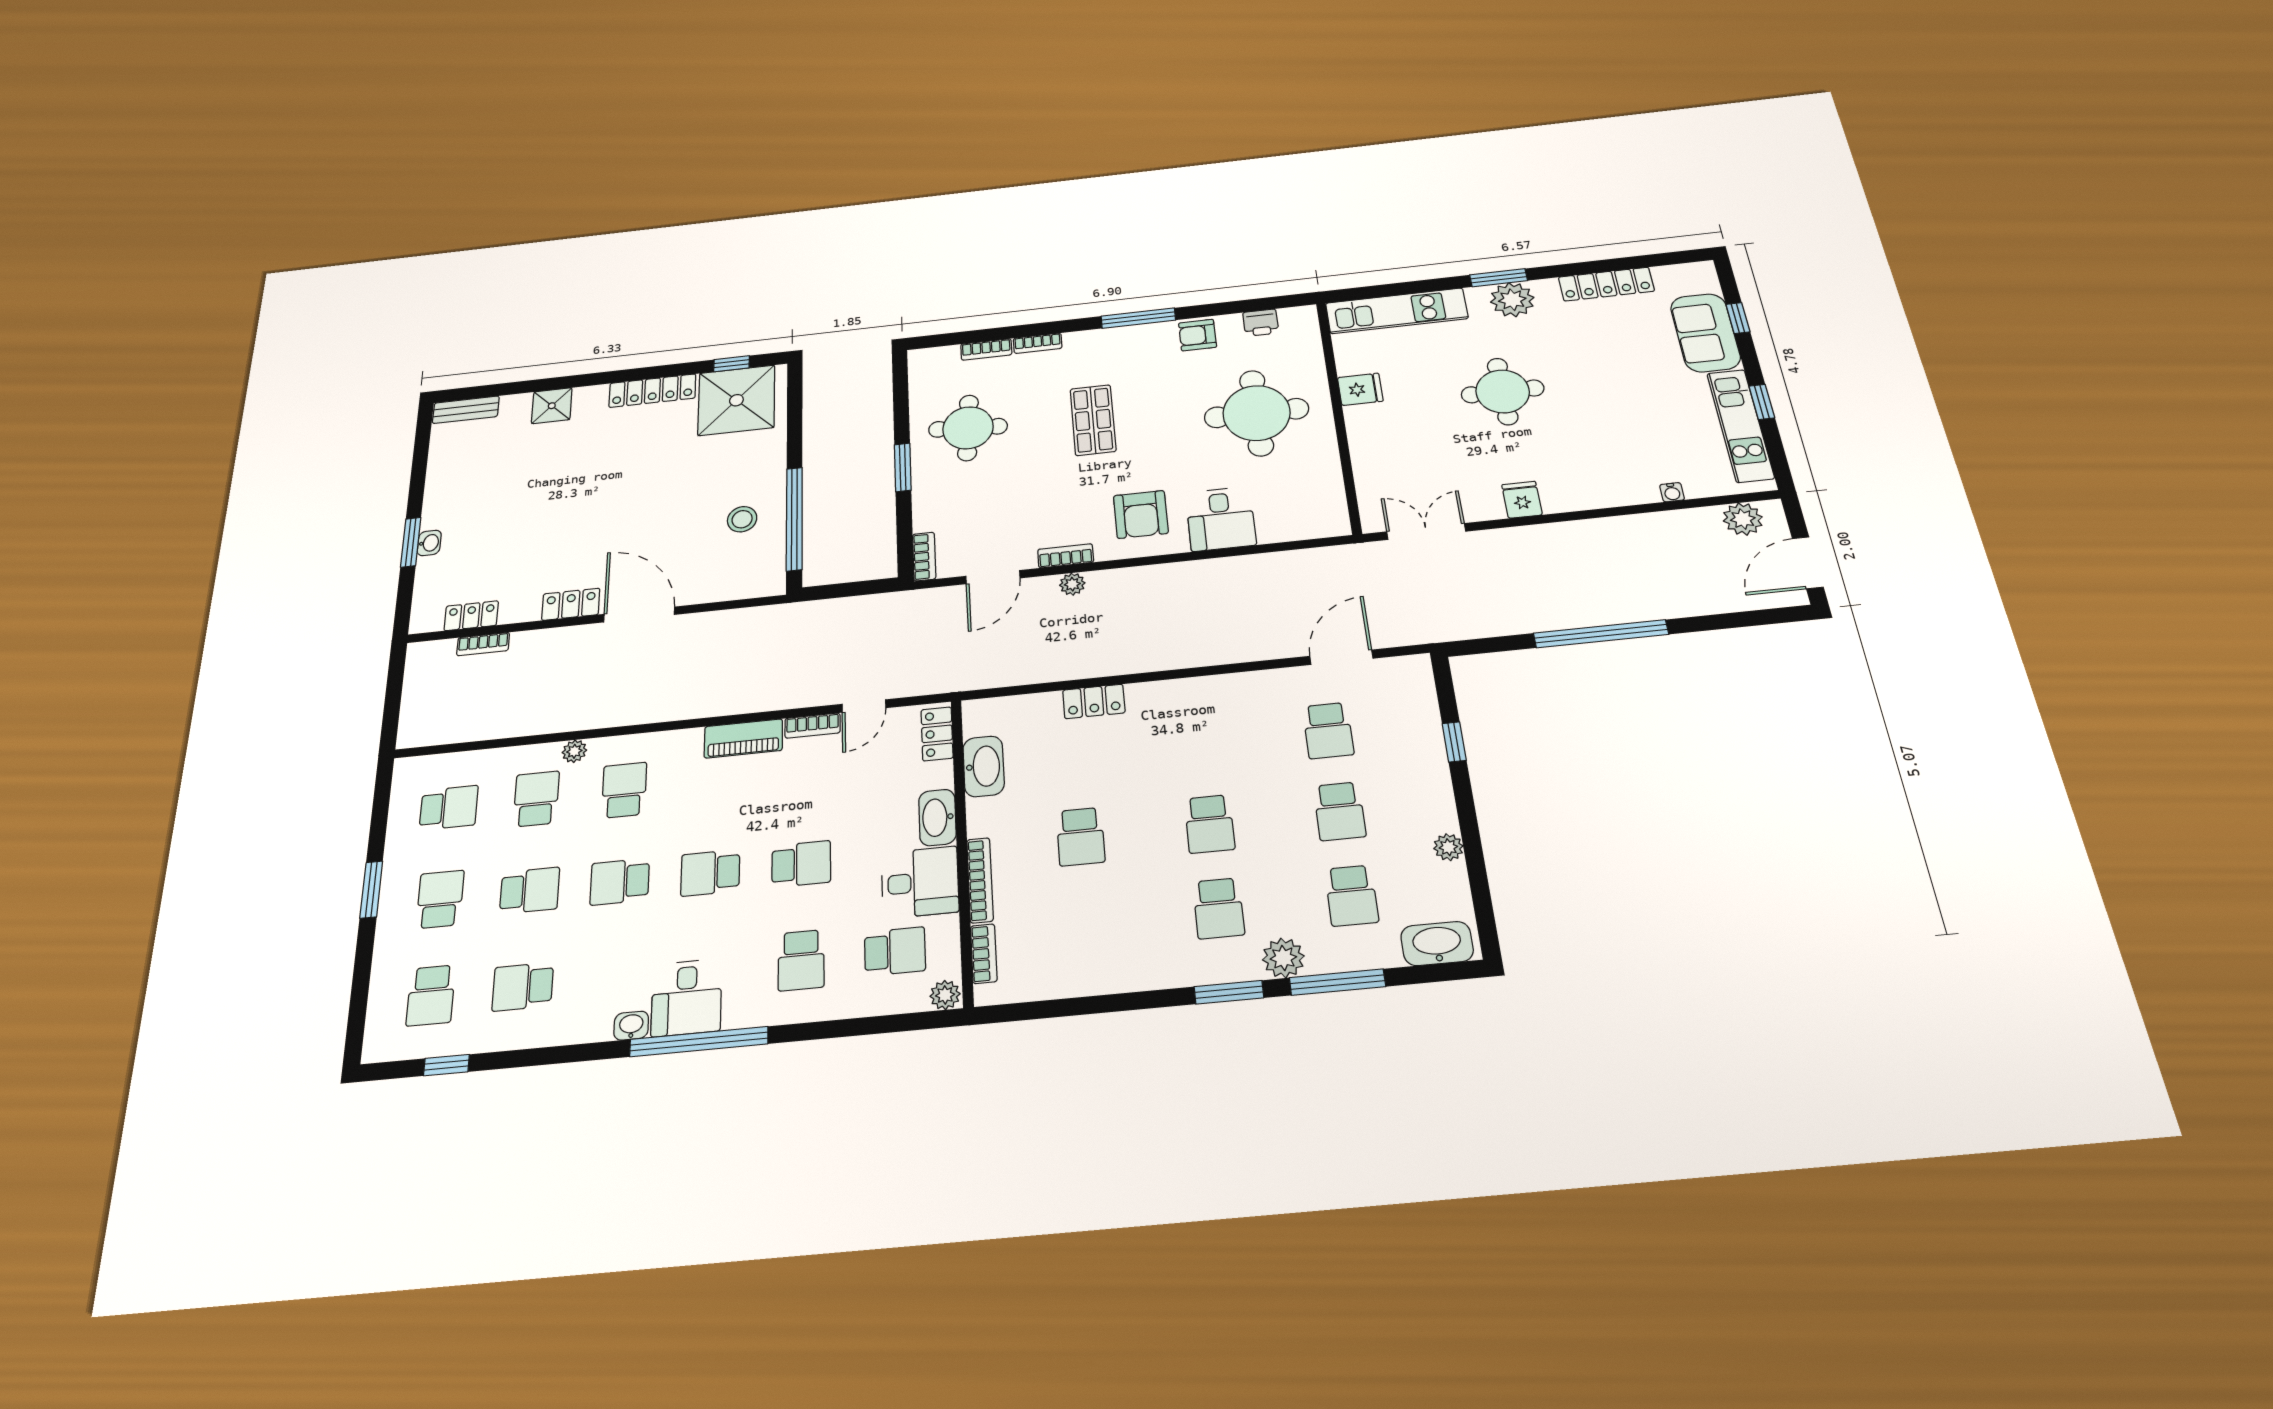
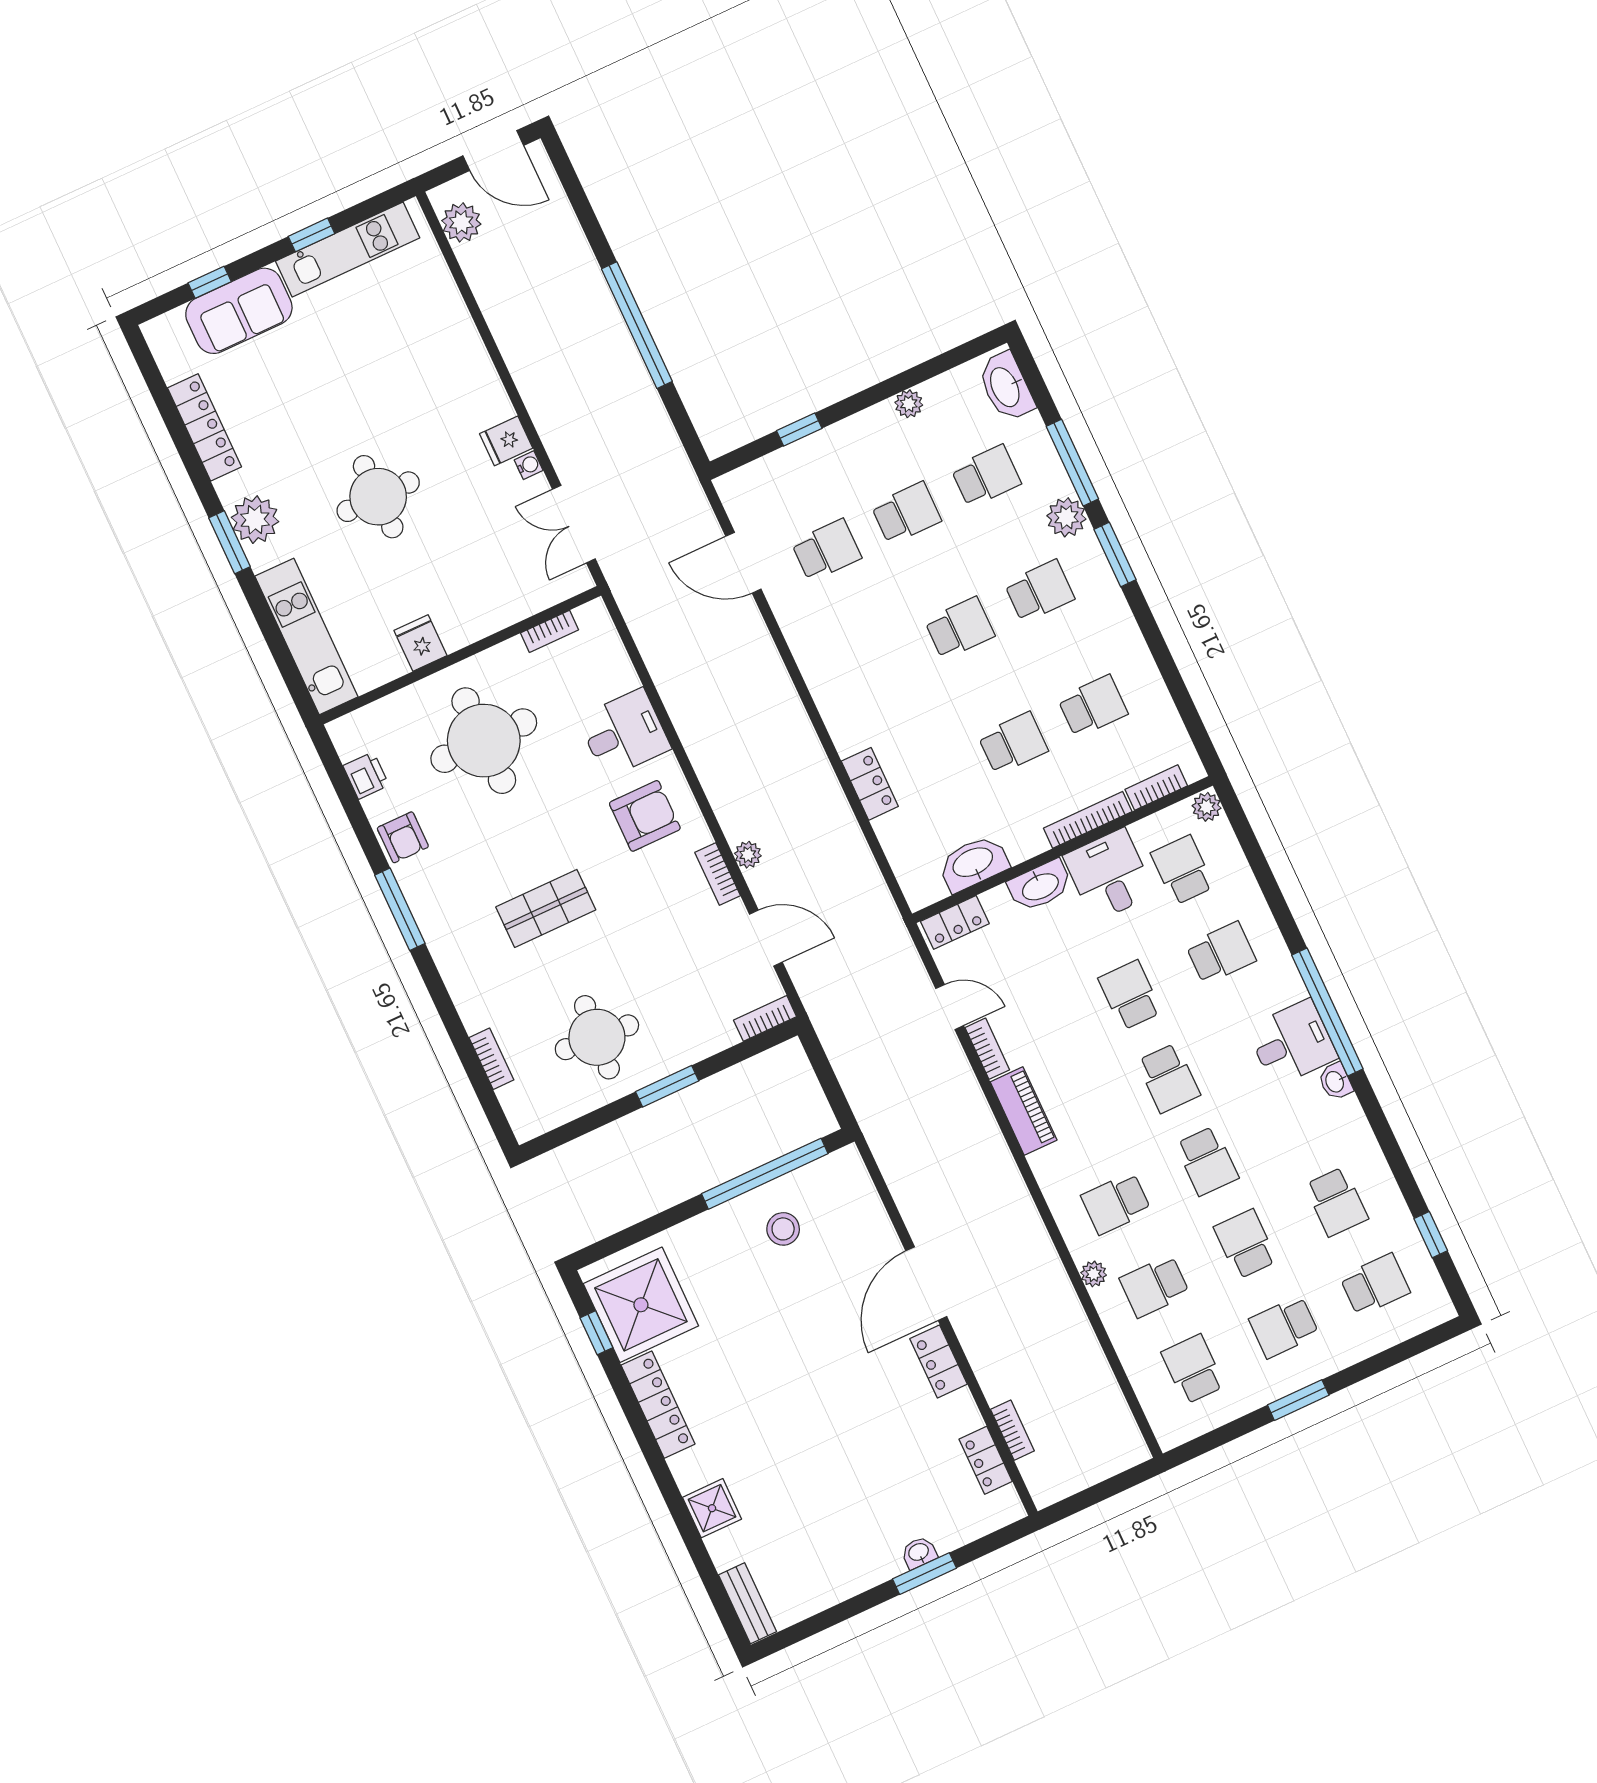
bookcase: (1038, 343) -> (549, 631), moved, turned 90
water cooler: (1672, 492) -> (529, 465), moved
school desk: (1087, 921) -> (1093, 706), added

